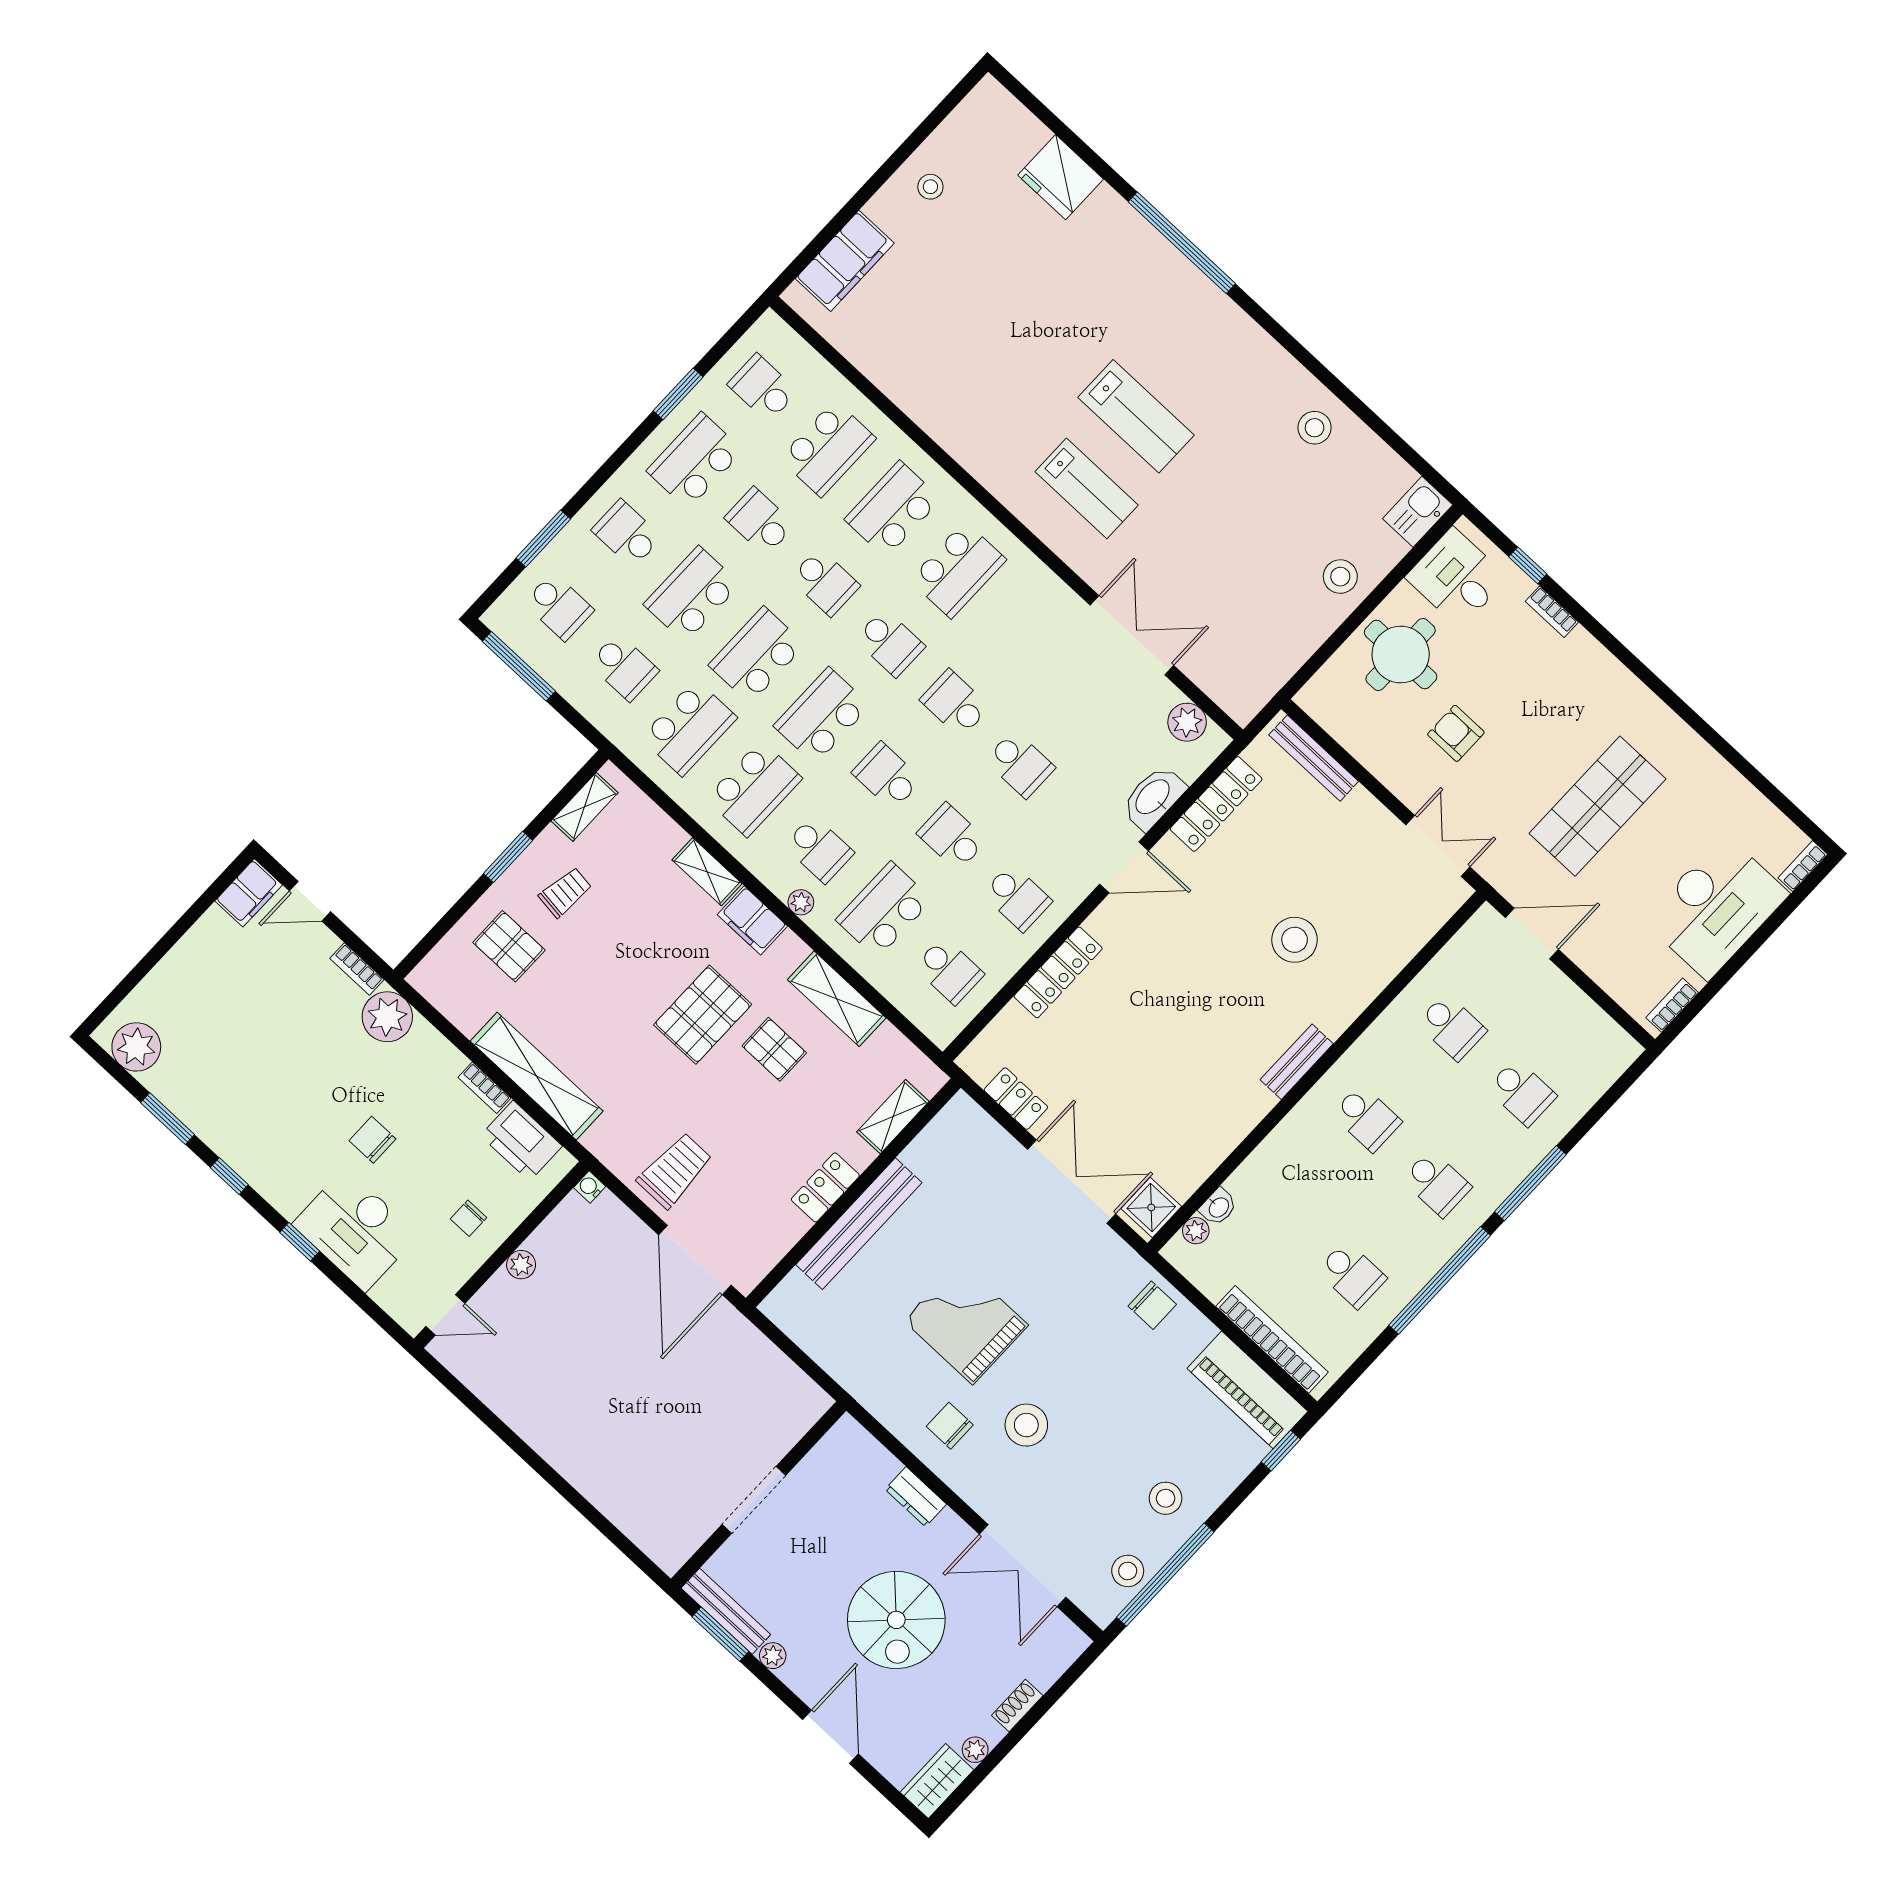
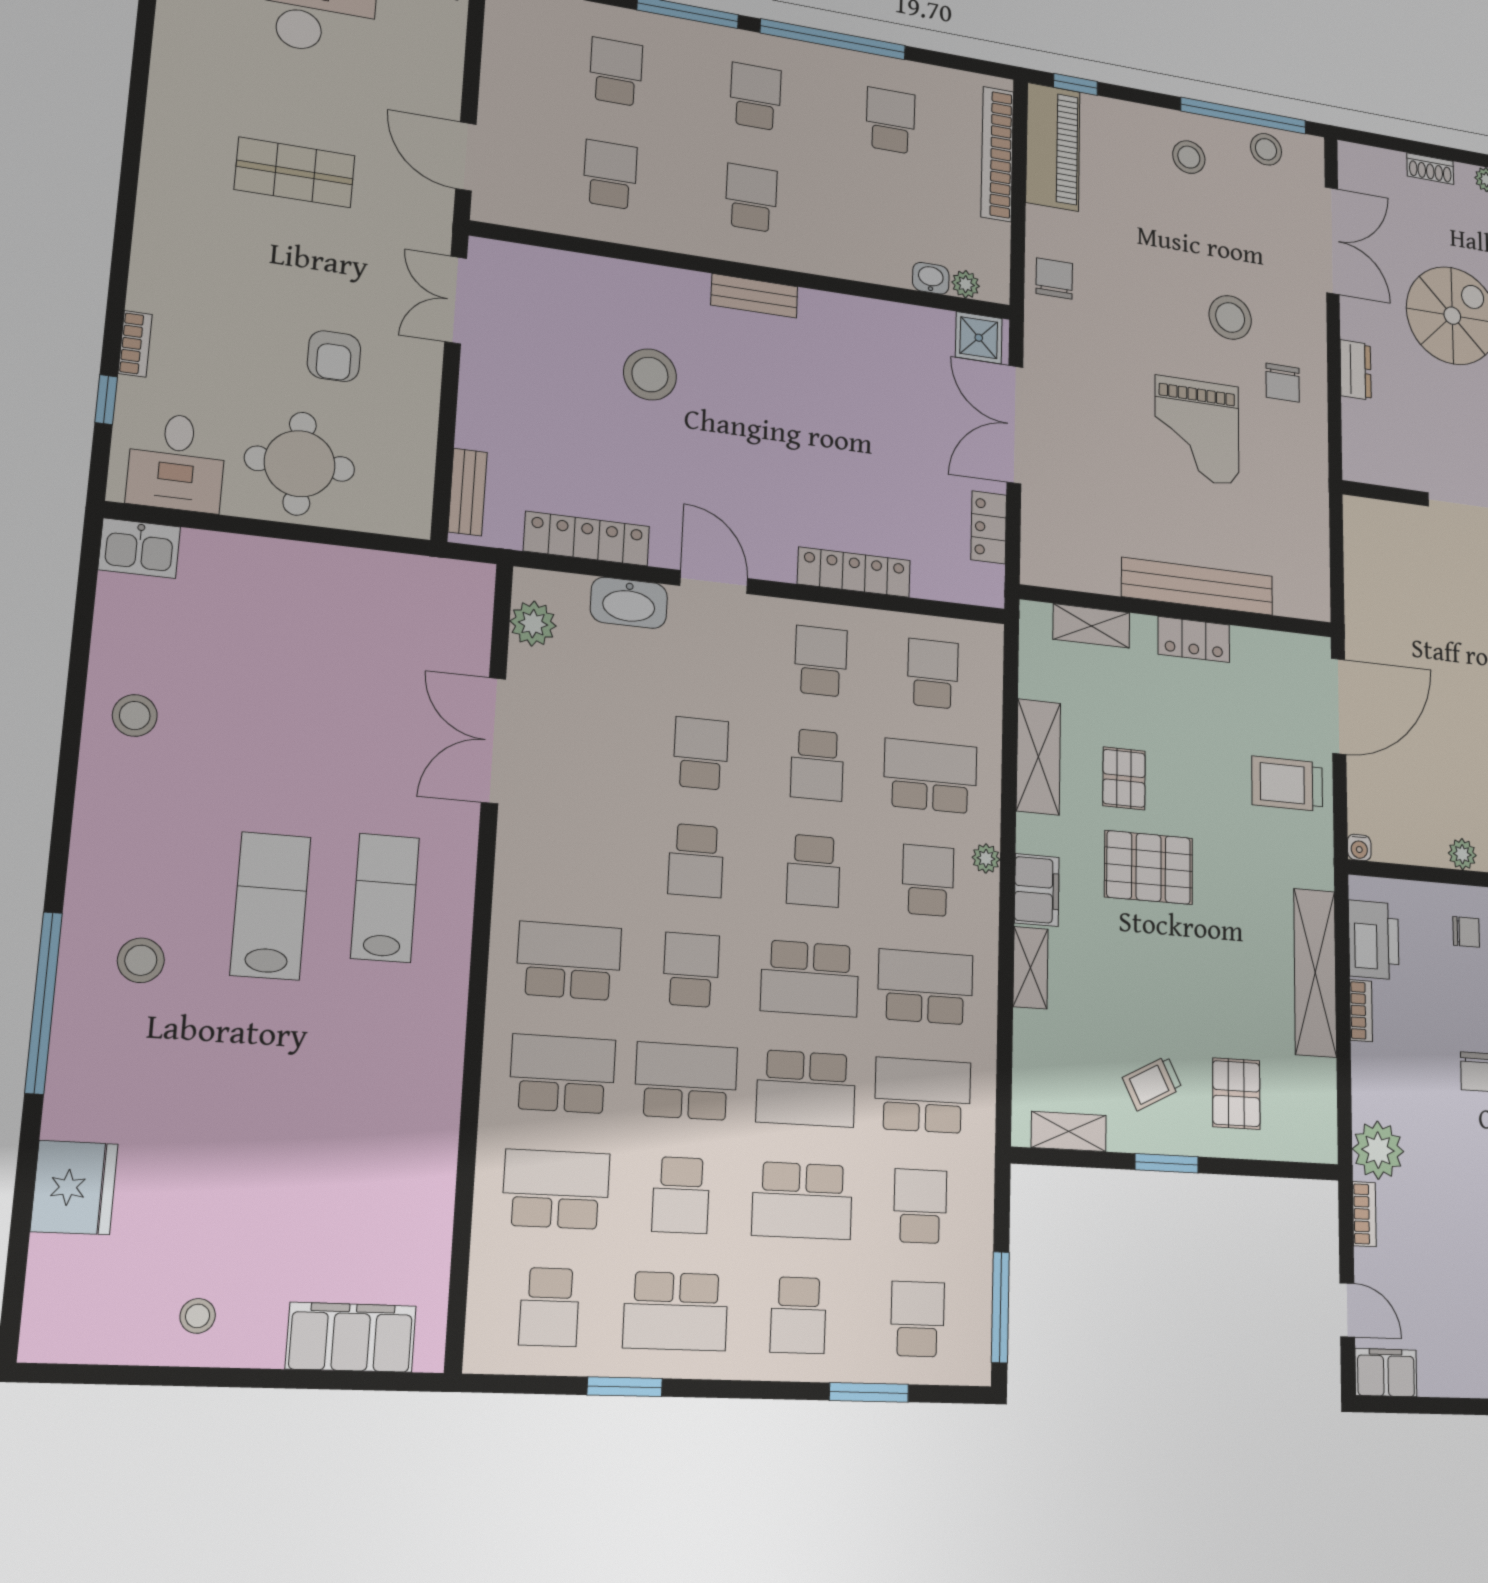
school desk: (893, 509) -> (563, 1074), turned 180
stool: (1340, 577) -> (141, 960), moved
school desk: (825, 582) -> (686, 1081), width x1.85
bench: (1314, 758) -> (468, 492), width x0.73
shop shelf: (1598, 806) -> (295, 172), width x0.70, depth x0.74
trolley: (565, 892) -> (1152, 1083), turned -34
school desk: (884, 910) -> (930, 776), turned 180

